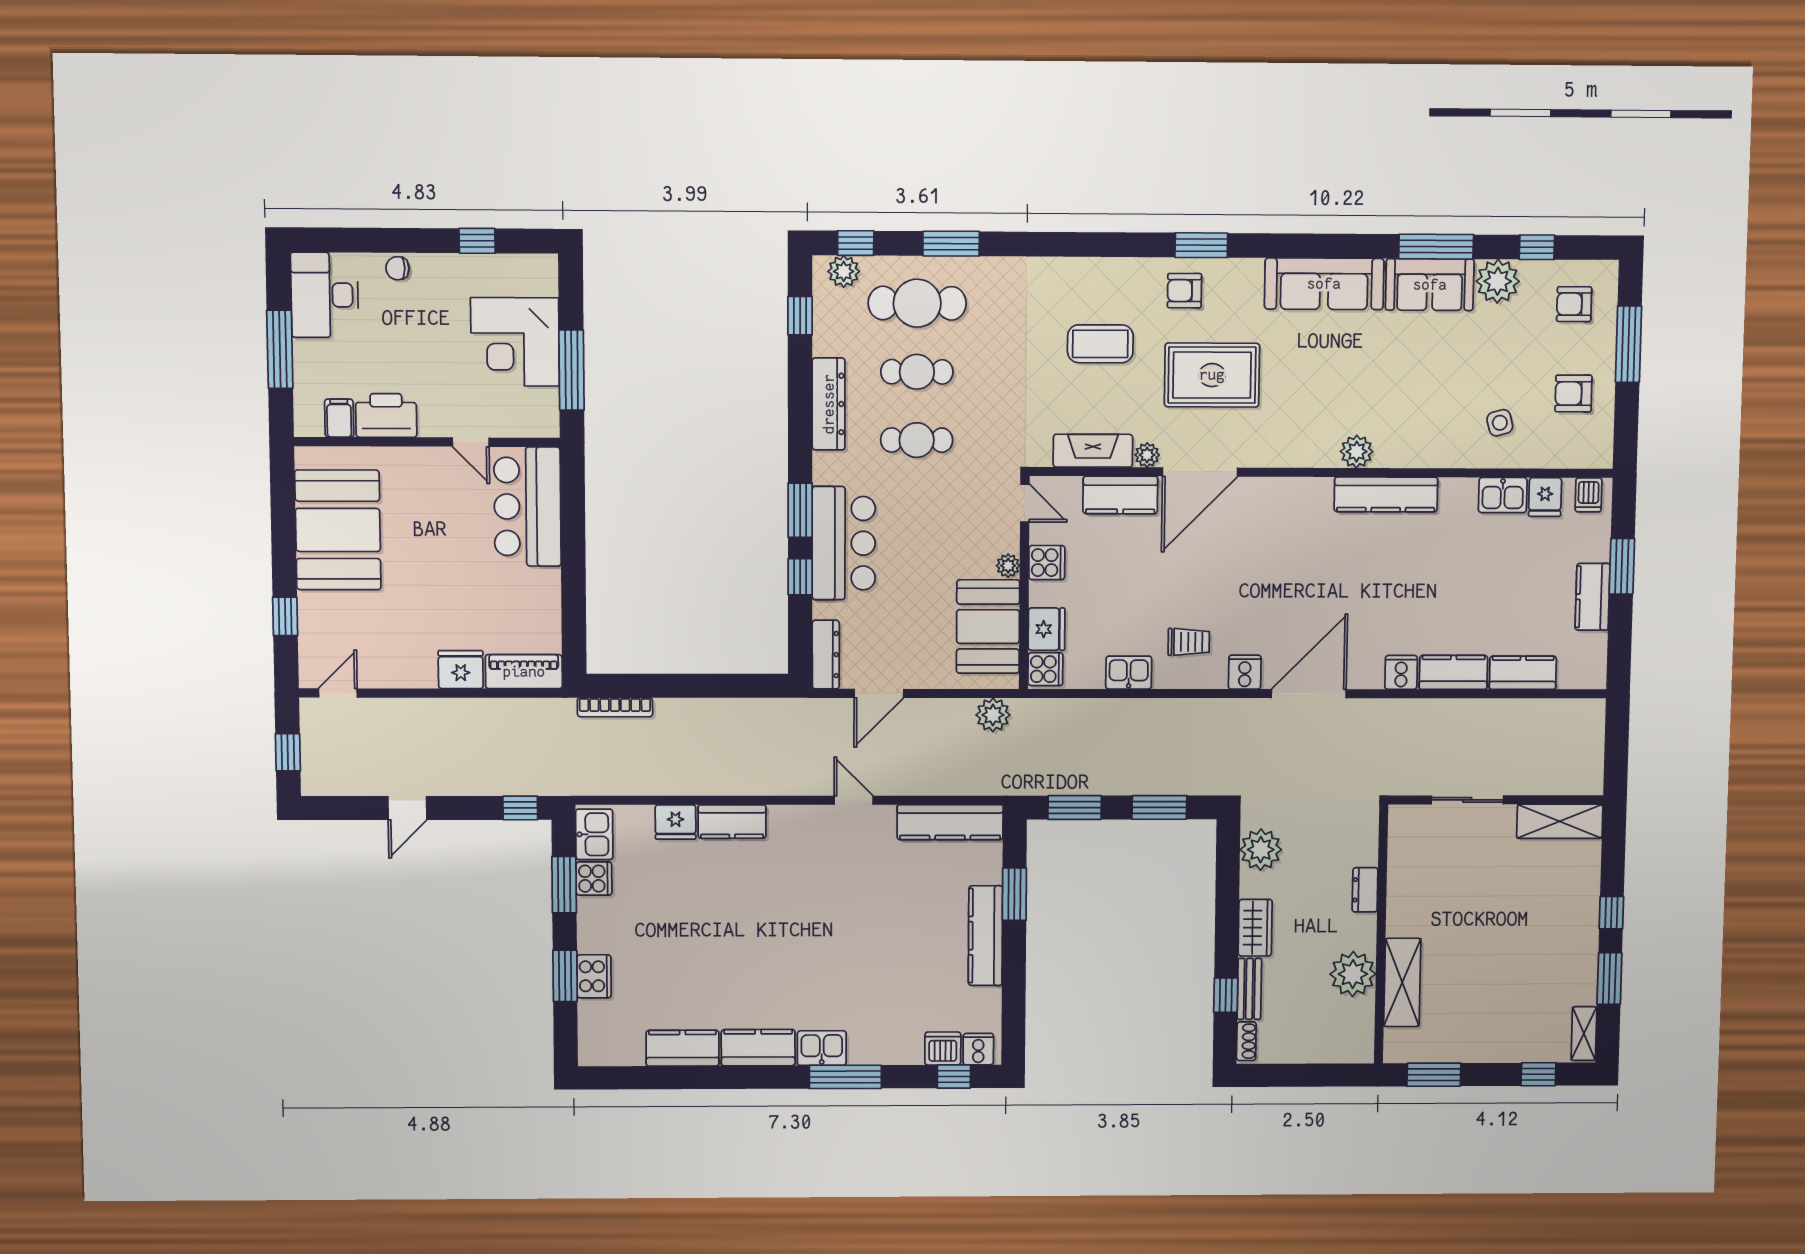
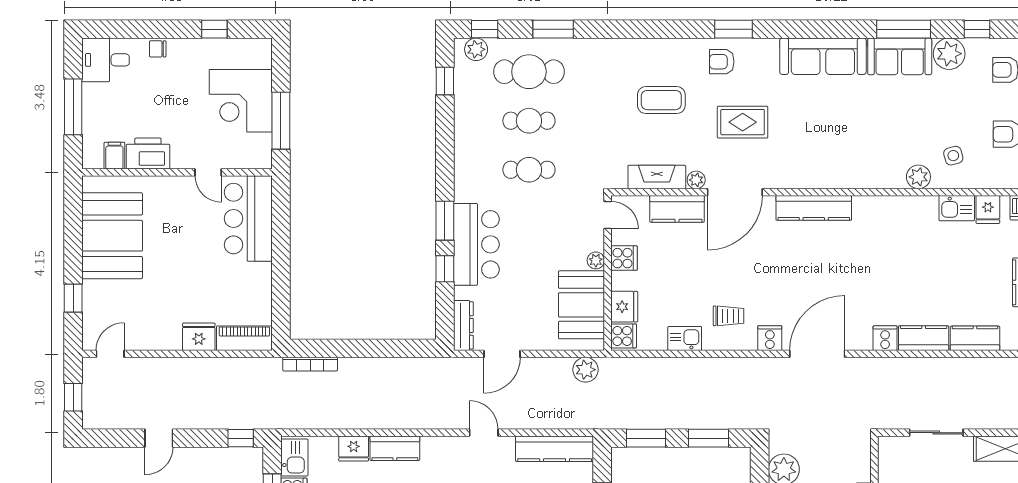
desk: (324, 295) -> (106, 60), width x0.73
rug: (1212, 375) -> (743, 122), width x0.73, depth x0.70
dresser: (829, 404) -> (465, 144), removed
plant: (1357, 452) -> (918, 177), moved
kitchen counter: (1386, 494) -> (814, 208), moved

